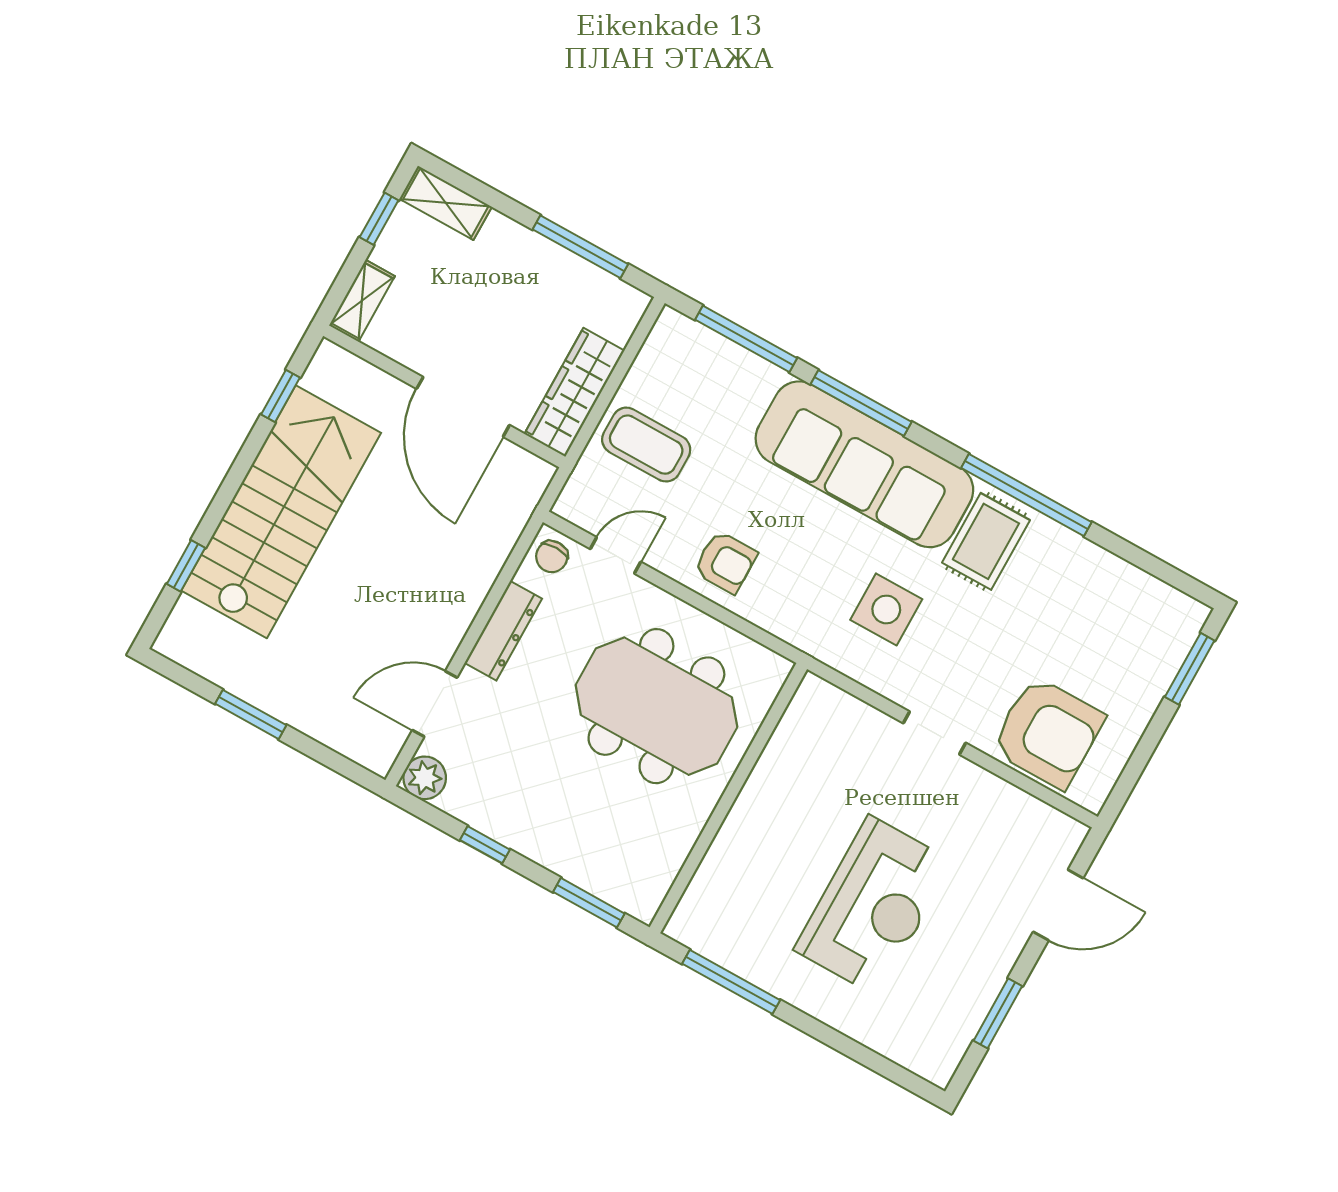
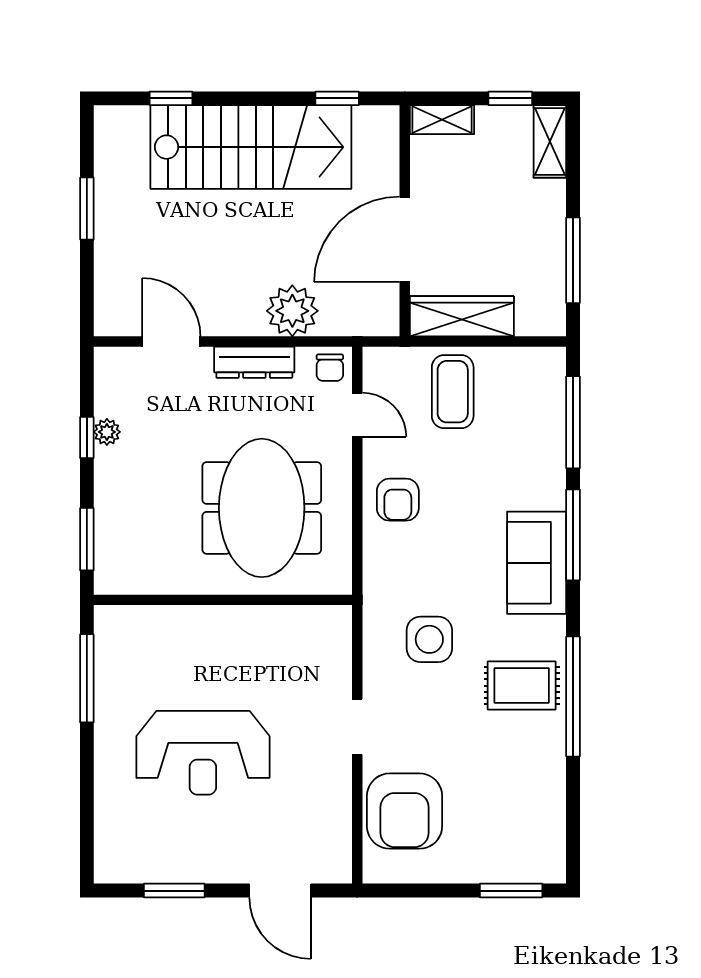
sofa: (864, 464) -> (537, 563), width x0.54, depth x0.79
chair: (552, 557) -> (330, 368), turned -90
plant: (472, 563) -> (292, 311), added
plant: (425, 778) -> (107, 432), moved, width x0.73, depth x0.73

